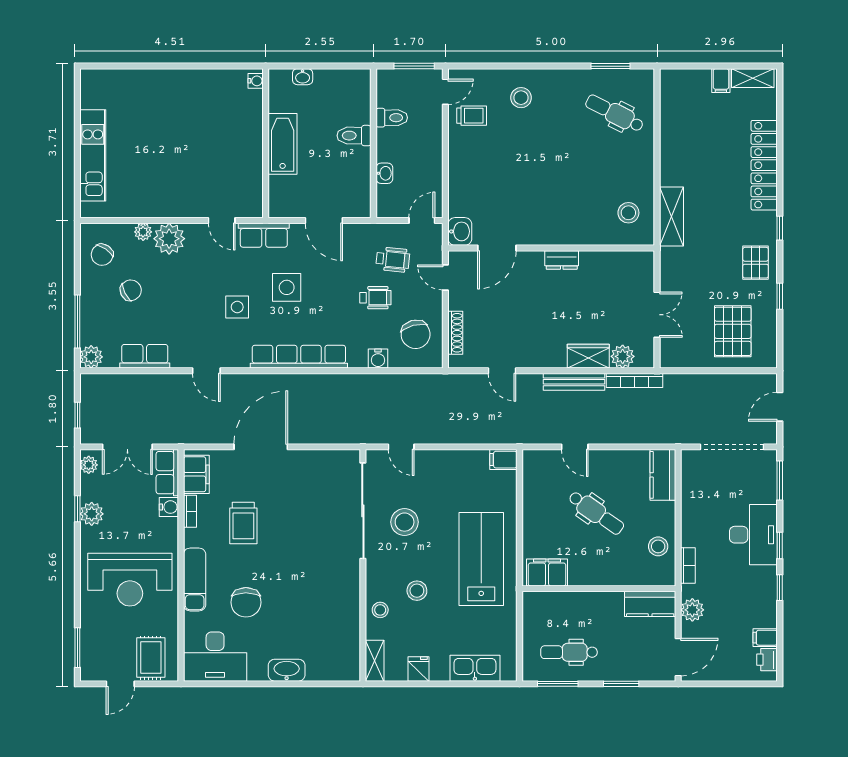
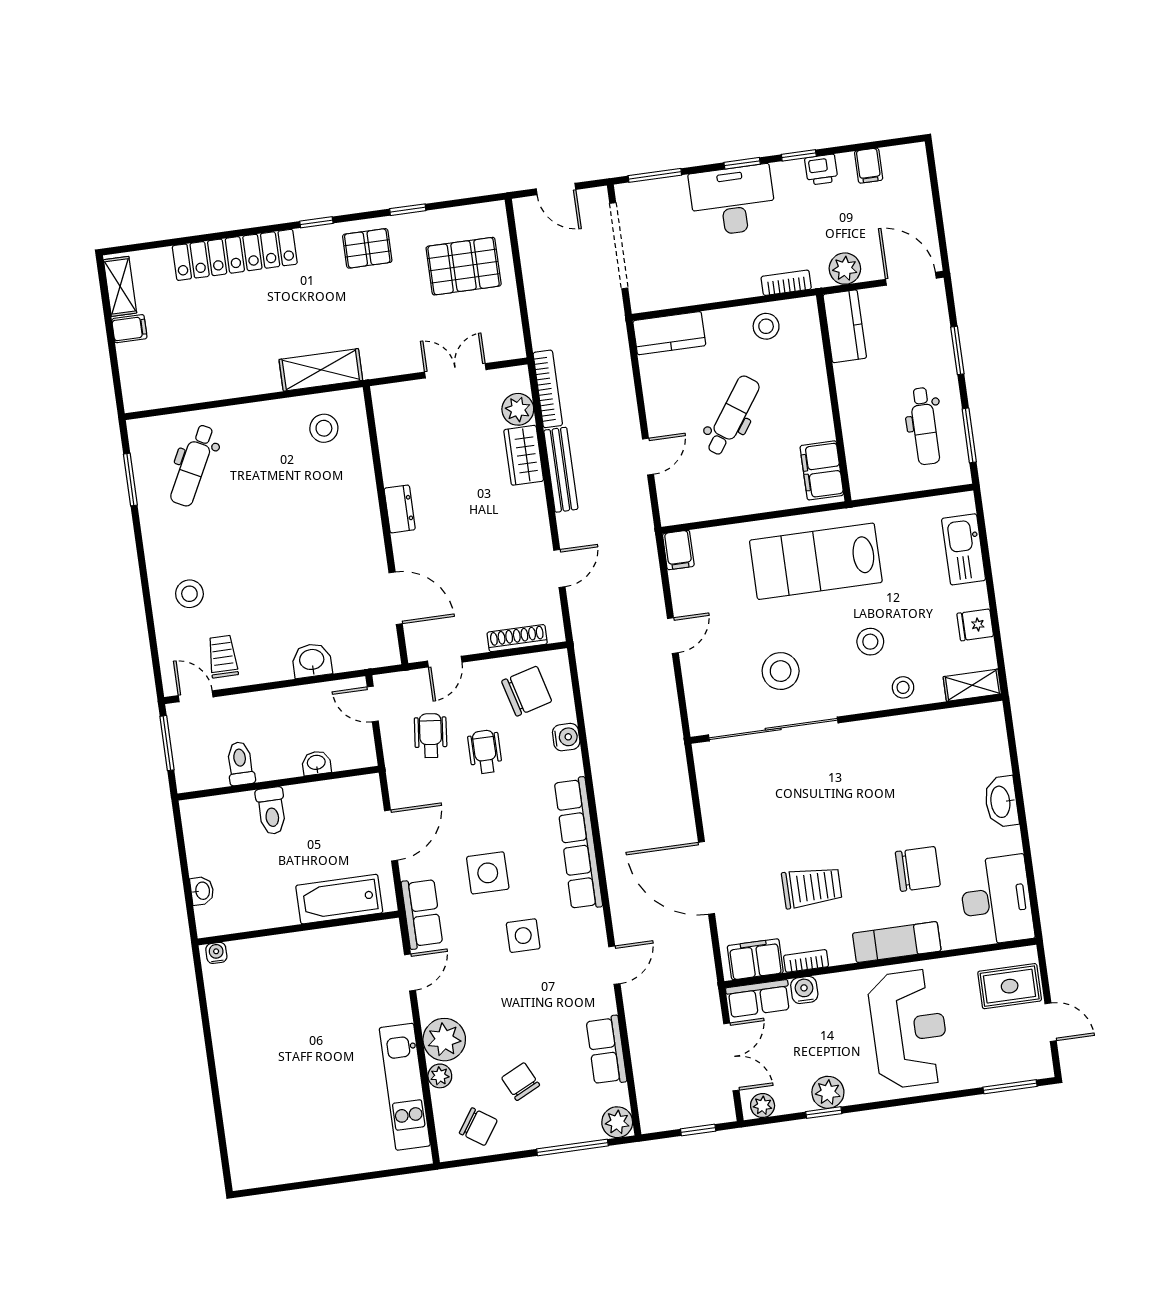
bathtub: (283, 144) -> (339, 899), moved
kitchen unit: (93, 155) -> (405, 1087), moved, turned -90
washbasin: (460, 231) -> (312, 660), moved
door: (401, 447) -> (673, 636), moved
printer: (767, 660) -> (821, 170), moved

